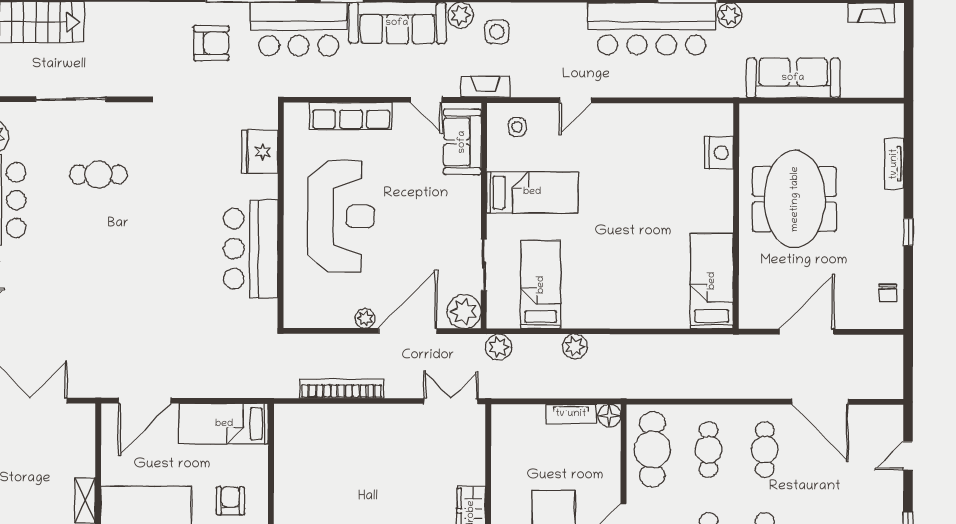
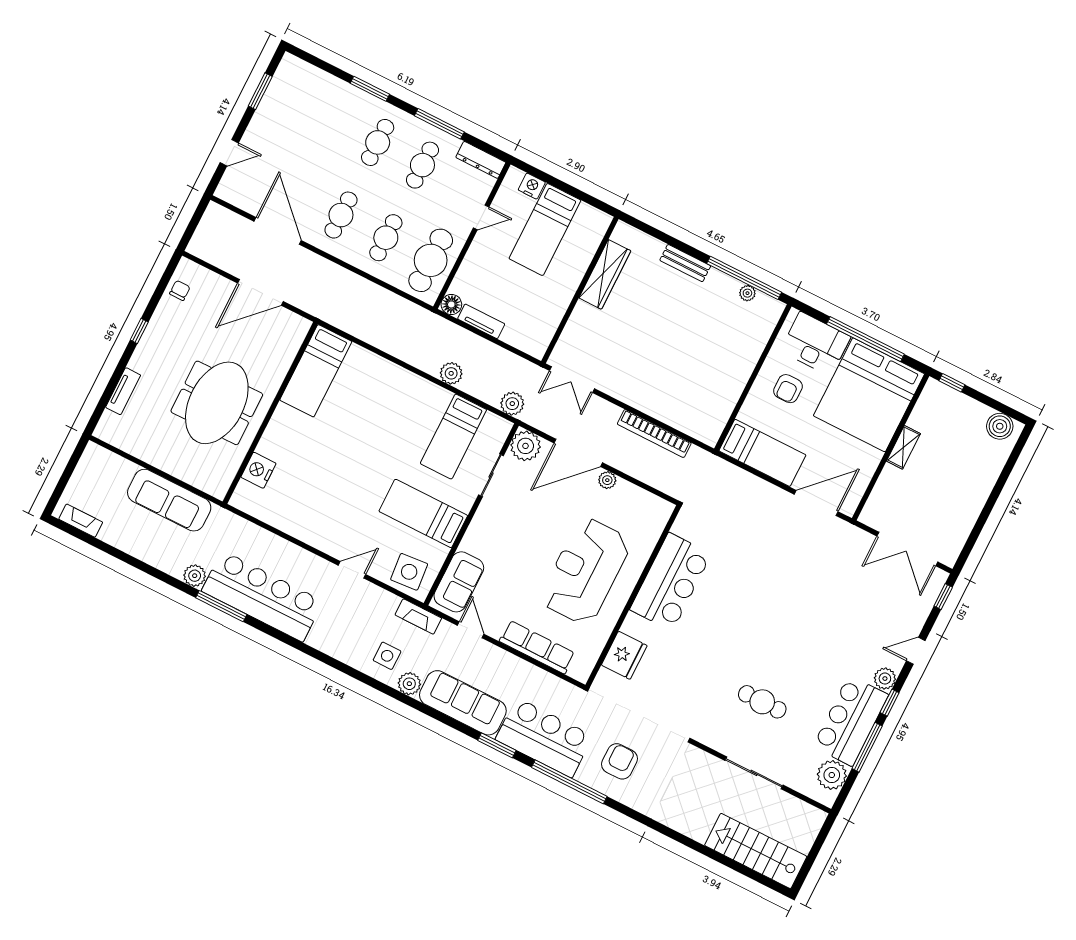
armchair: (211, 43) -> (619, 761), turned 90
side table: (517, 127) -> (409, 572), width x1.87, depth x1.87

